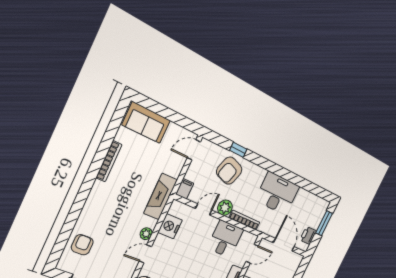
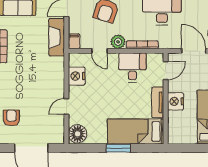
fireplace: (161, 197) -> (57, 37), moved
door: (204, 209) -> (99, 51), swing flipped
plant: (146, 234) -> (59, 90), removed

